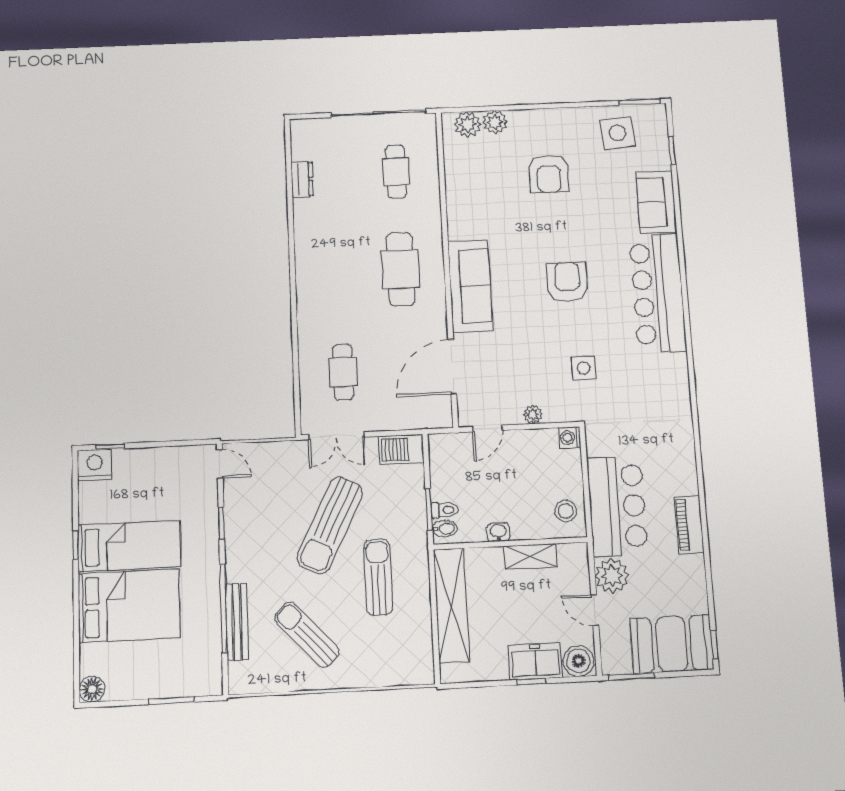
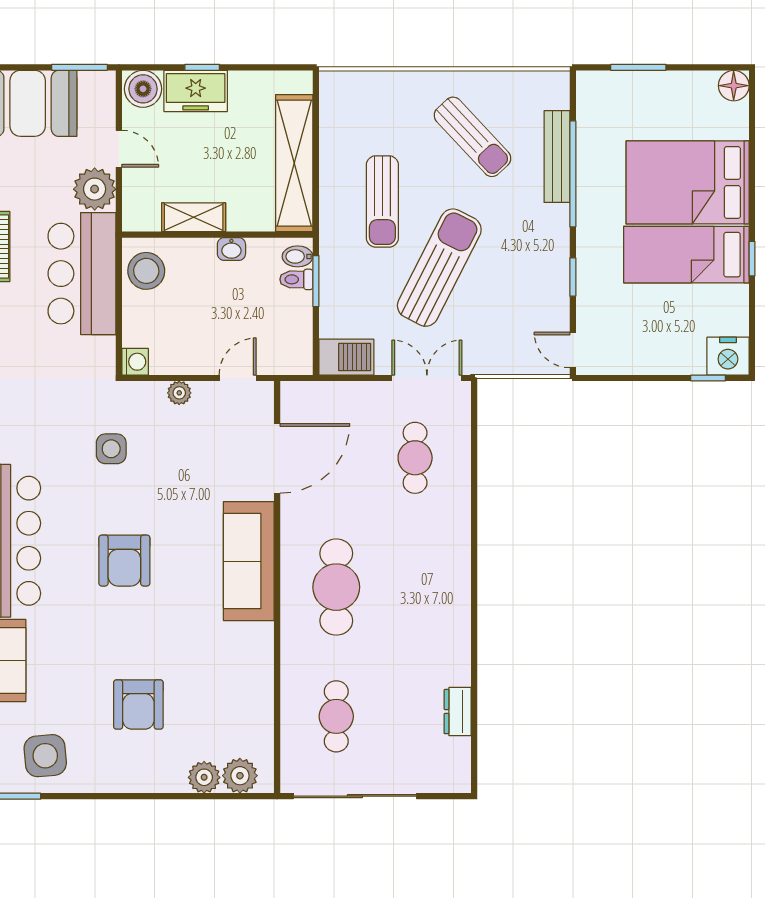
armchair: (549, 174) -> (138, 704), turned 180
stool: (566, 511) -> (146, 271), width x1.38, depth x1.38

